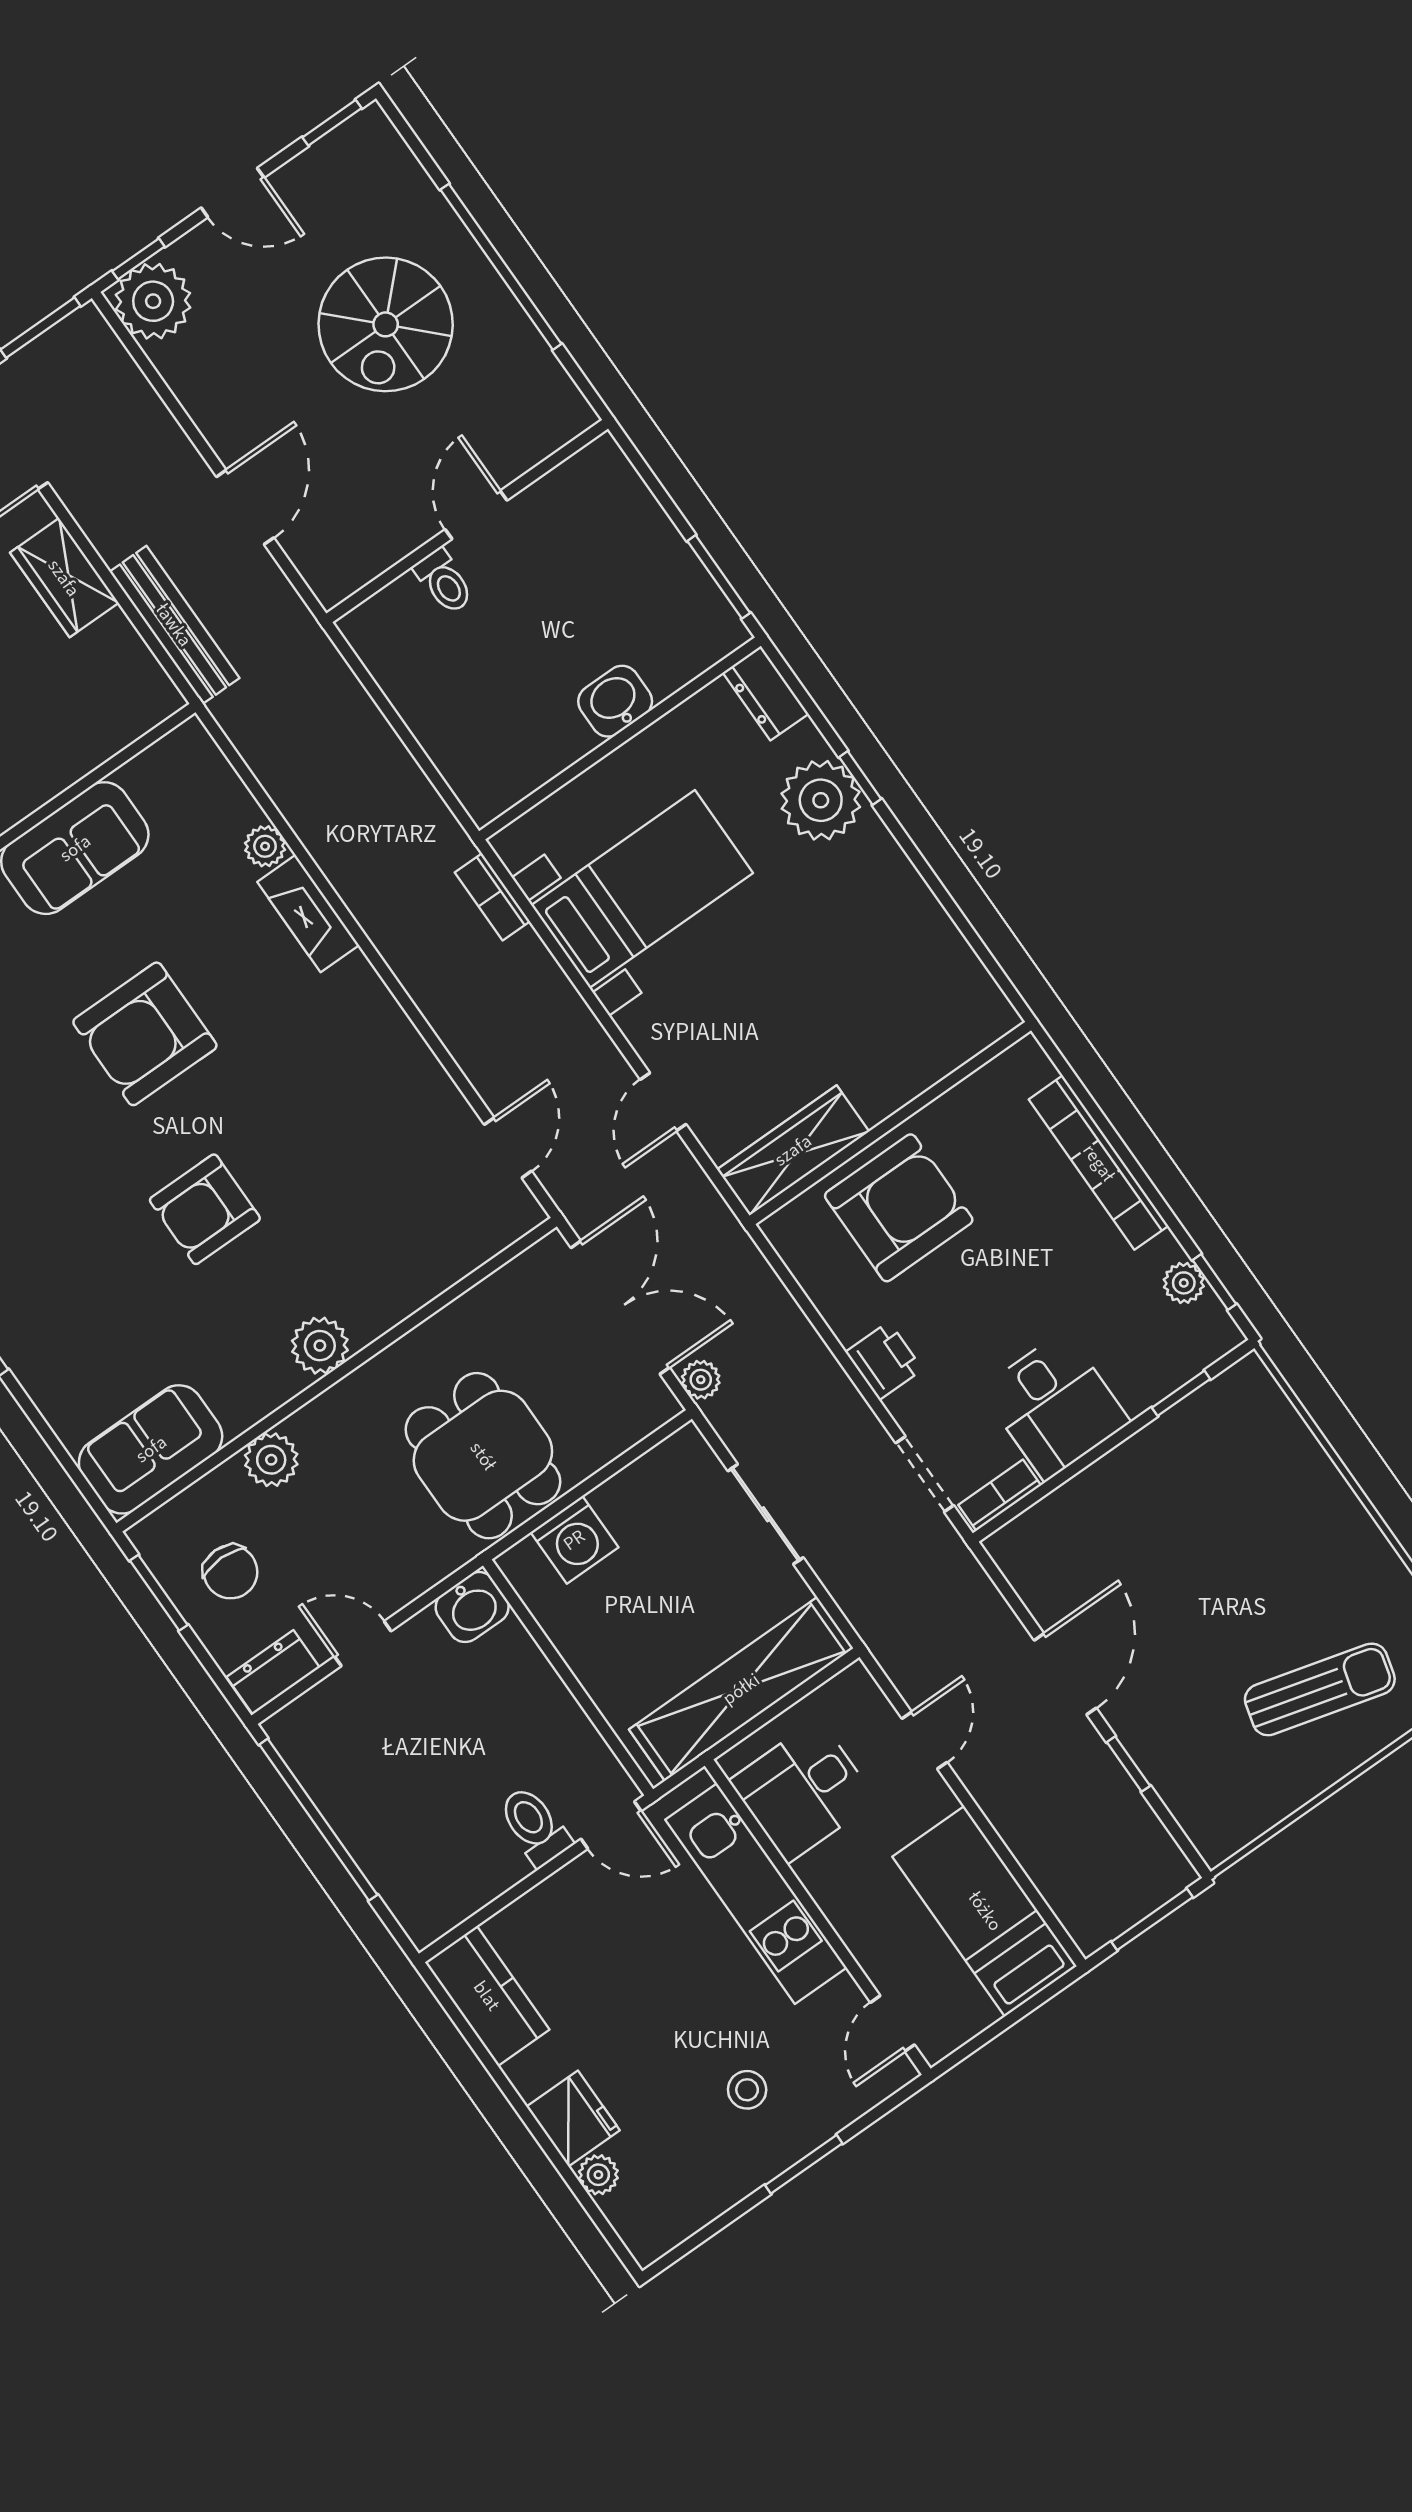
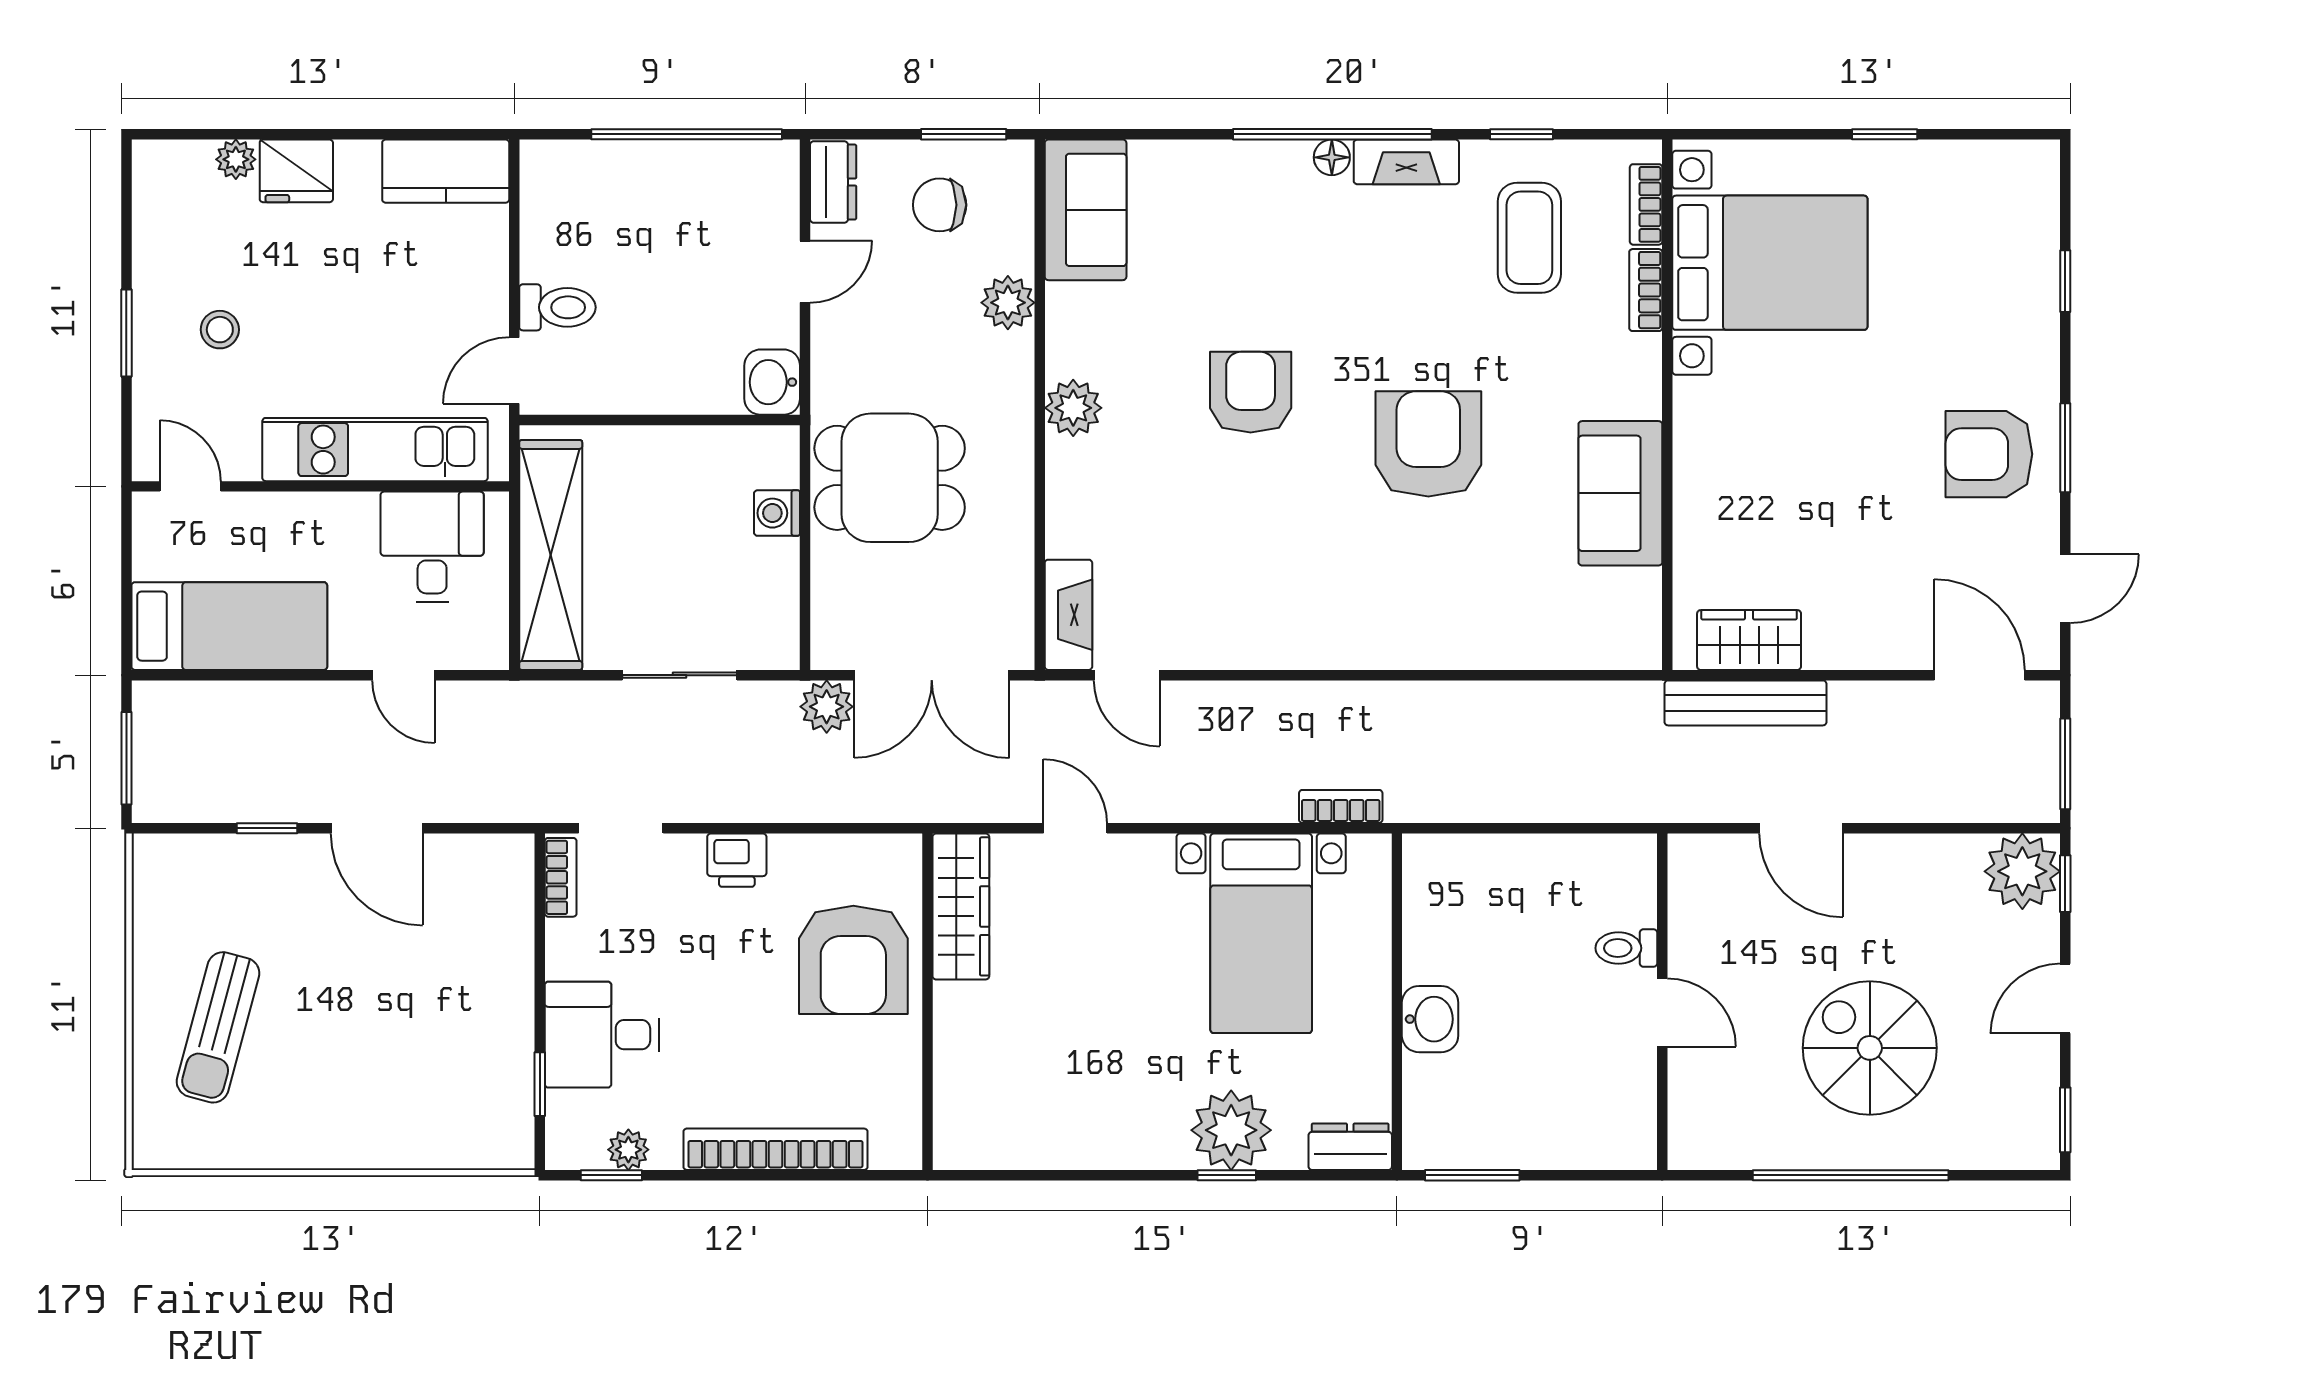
wardrobe: (64, 578) -> (1749, 640), moved
plant: (265, 846) -> (1513, 650), removed
fireplace: (308, 913) -> (1068, 615), moved, turned 90
plant: (701, 1380) -> (827, 707), width x1.38, depth x1.38
desk: (1055, 1406) -> (602, 1035), moved
washing machine: (574, 1540) -> (777, 513), width x0.73, depth x0.73

